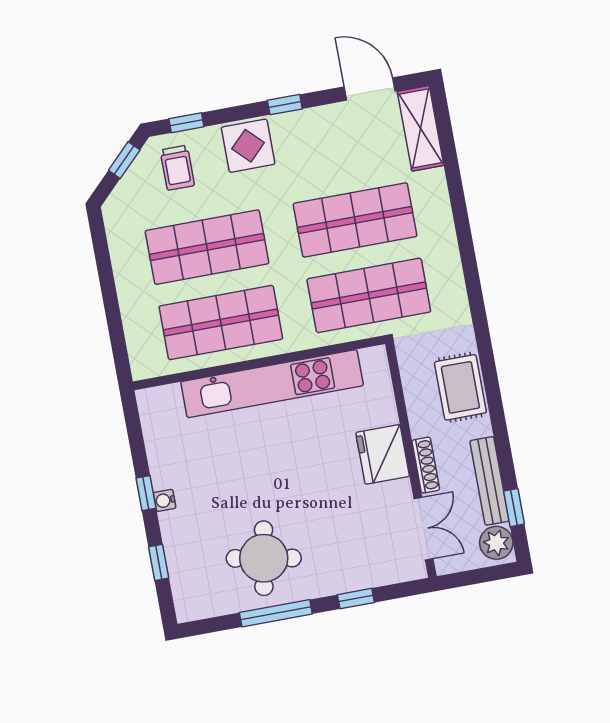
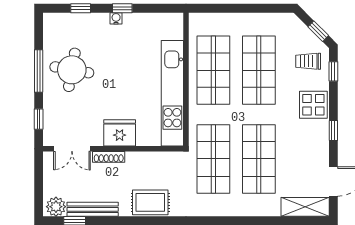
fridge: (383, 454) -> (120, 133), moved
wall: (411, 460) -> (113, 149), moved
shoe rack: (426, 465) -> (109, 157), moved
double door: (424, 529) -> (72, 149), moved

